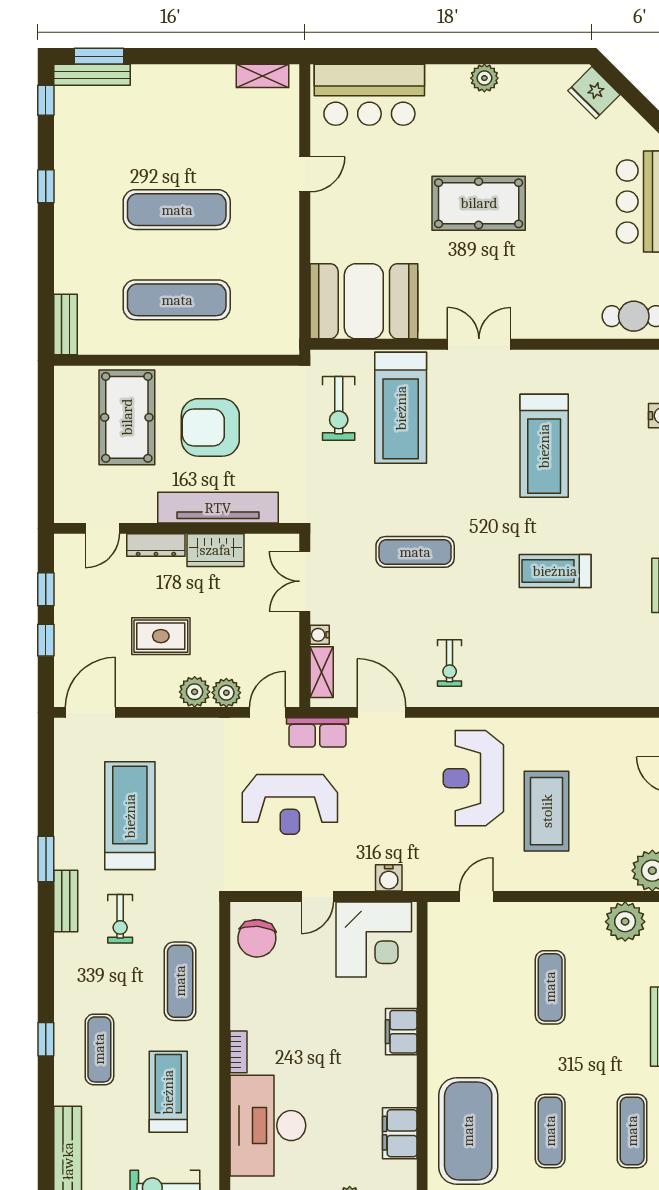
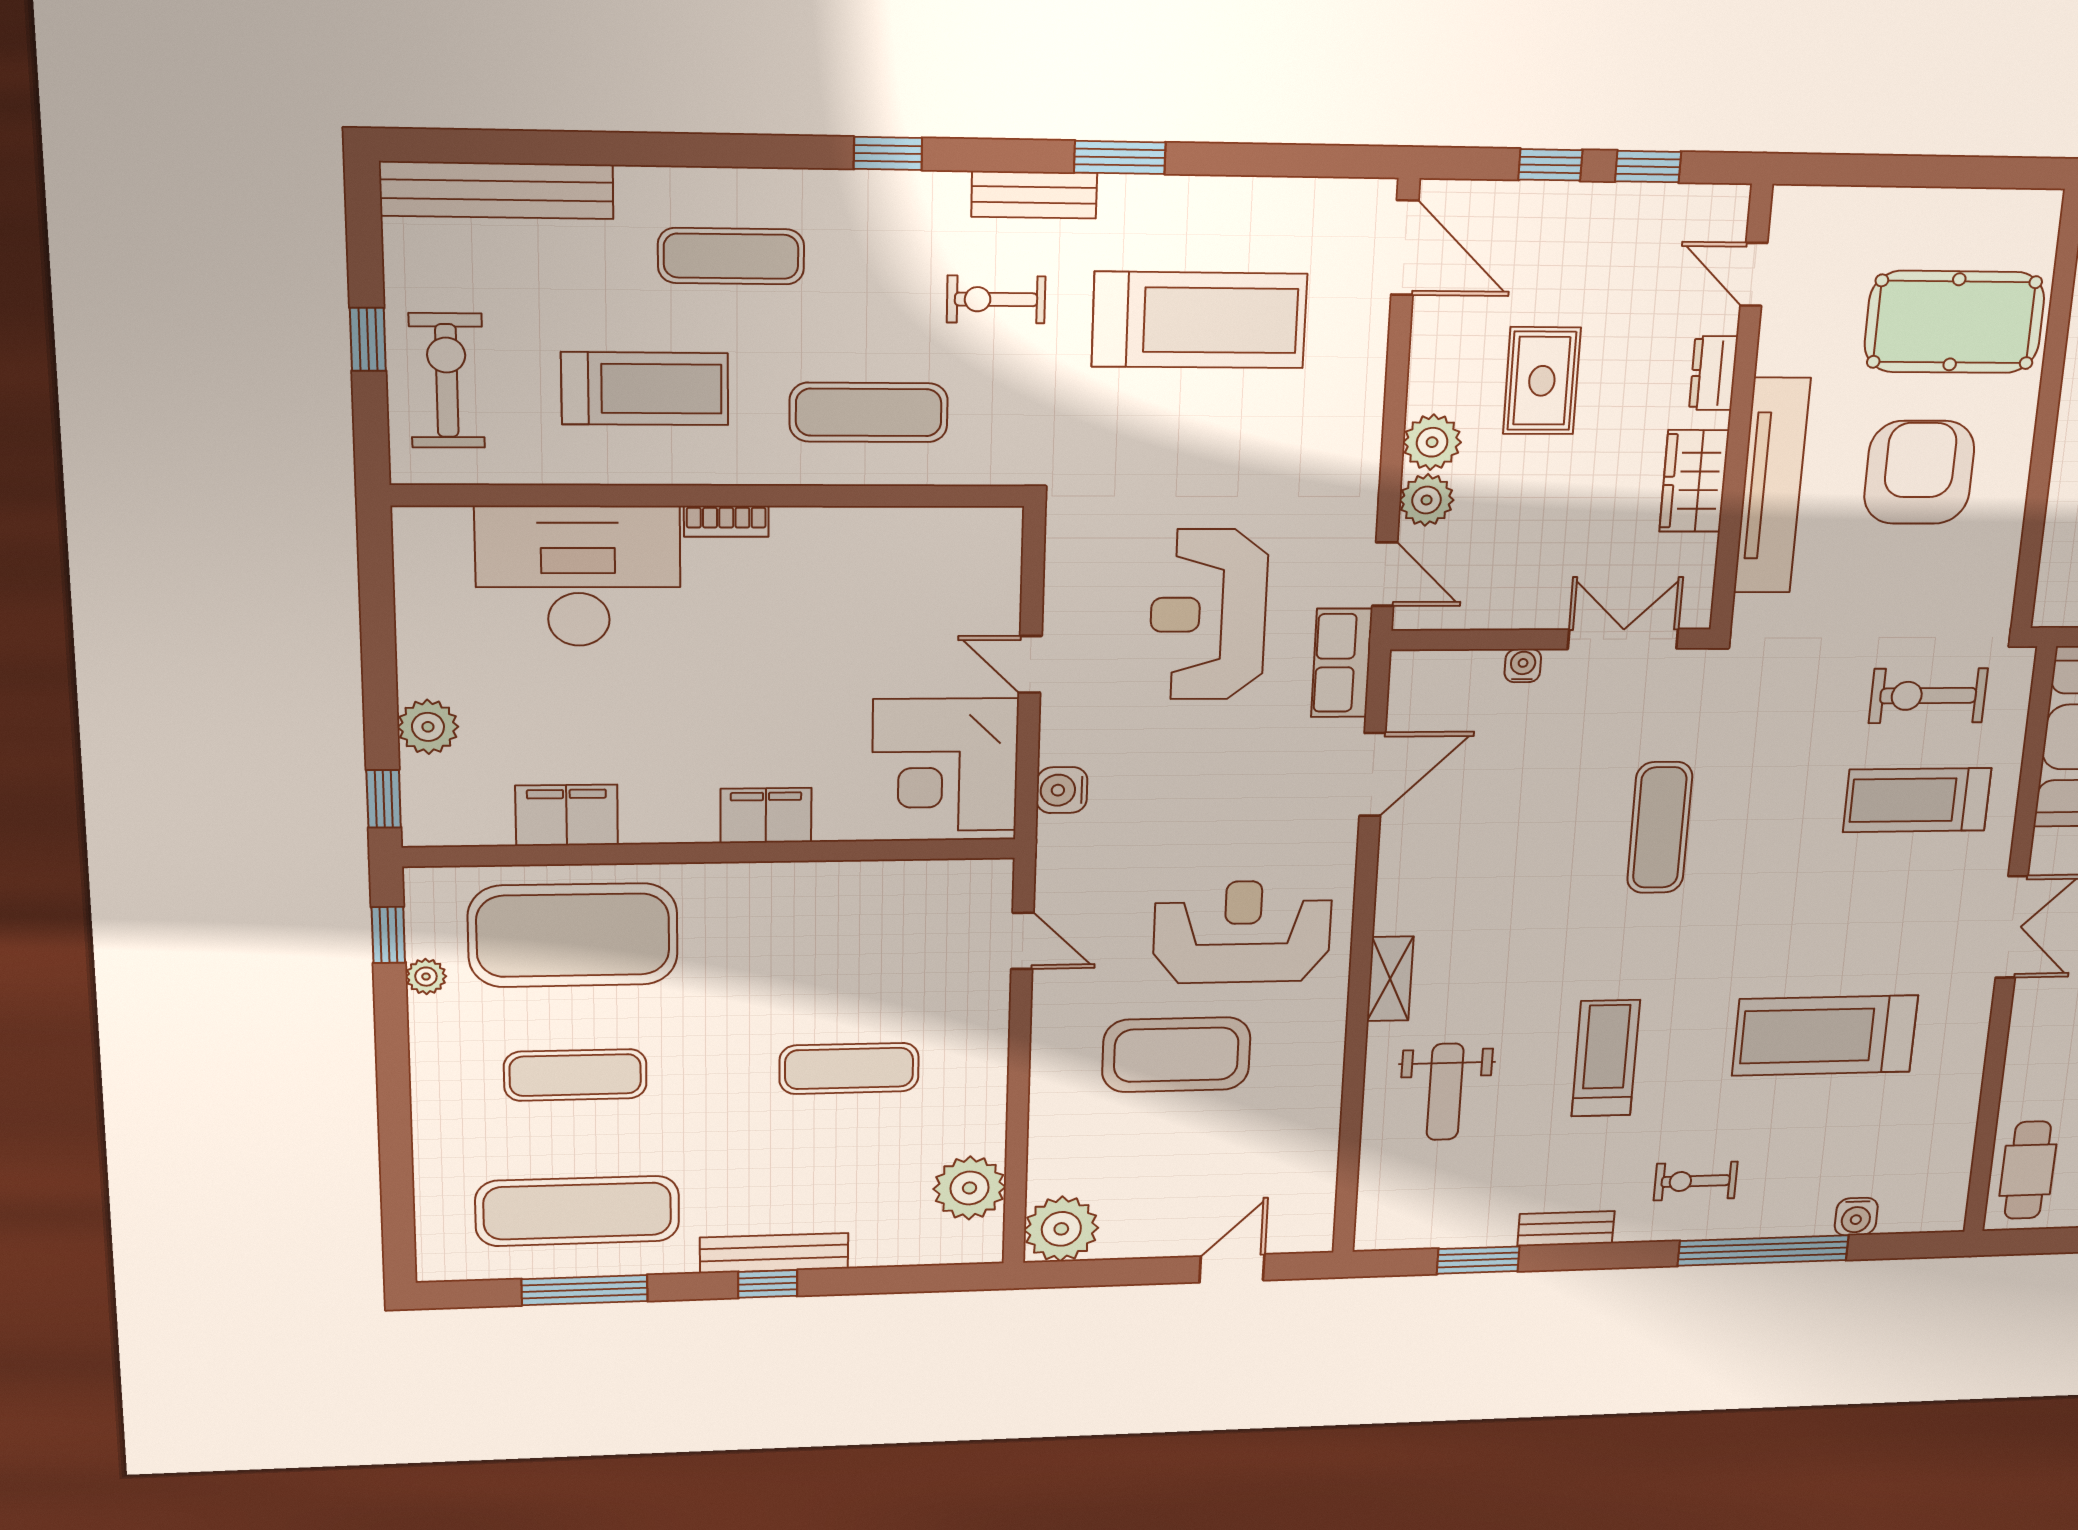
treadmill: (401, 408) -> (1917, 800), width x0.73, depth x0.73
dresser: (156, 545) -> (1713, 373), width x0.70
weight bench: (574, 661) -> (1445, 1092), added
exercise bike: (450, 663) -> (1696, 1181), moved
shelving: (322, 672) -> (1390, 979), moved, turned 90
chair: (257, 938) -> (951, 555), removed
window: (46, 1039) -> (888, 153), moved
exercise mat: (632, 1131) -> (578, 1211), width x1.36, depth x1.45

